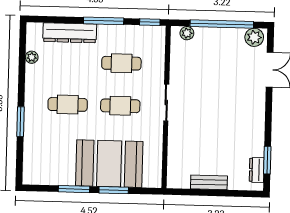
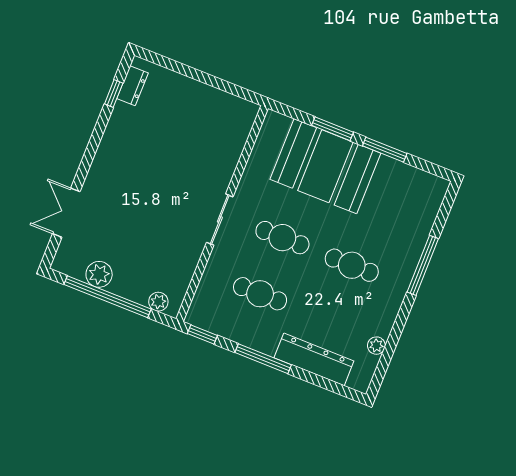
plant: (254, 37) -> (99, 274), moved
window: (21, 122) -> (423, 265), width x1.44
window: (267, 160) -> (114, 94), width x0.67
bench: (209, 182) -> (202, 93), removed

